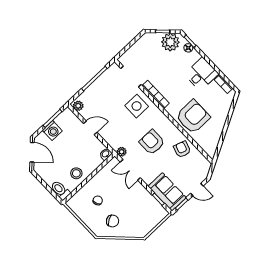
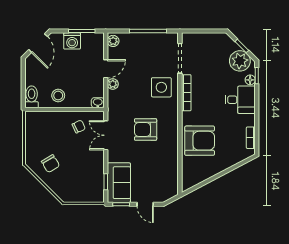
desk: (201, 74) -> (240, 100), moved
door: (90, 128) -> (106, 69), hinge flipped
armchair: (152, 142) -> (146, 129), turned -90
armchair: (182, 149) -> (165, 159), removed
plant: (122, 152) -> (113, 84), moved
chair: (98, 200) -> (79, 127), moved

